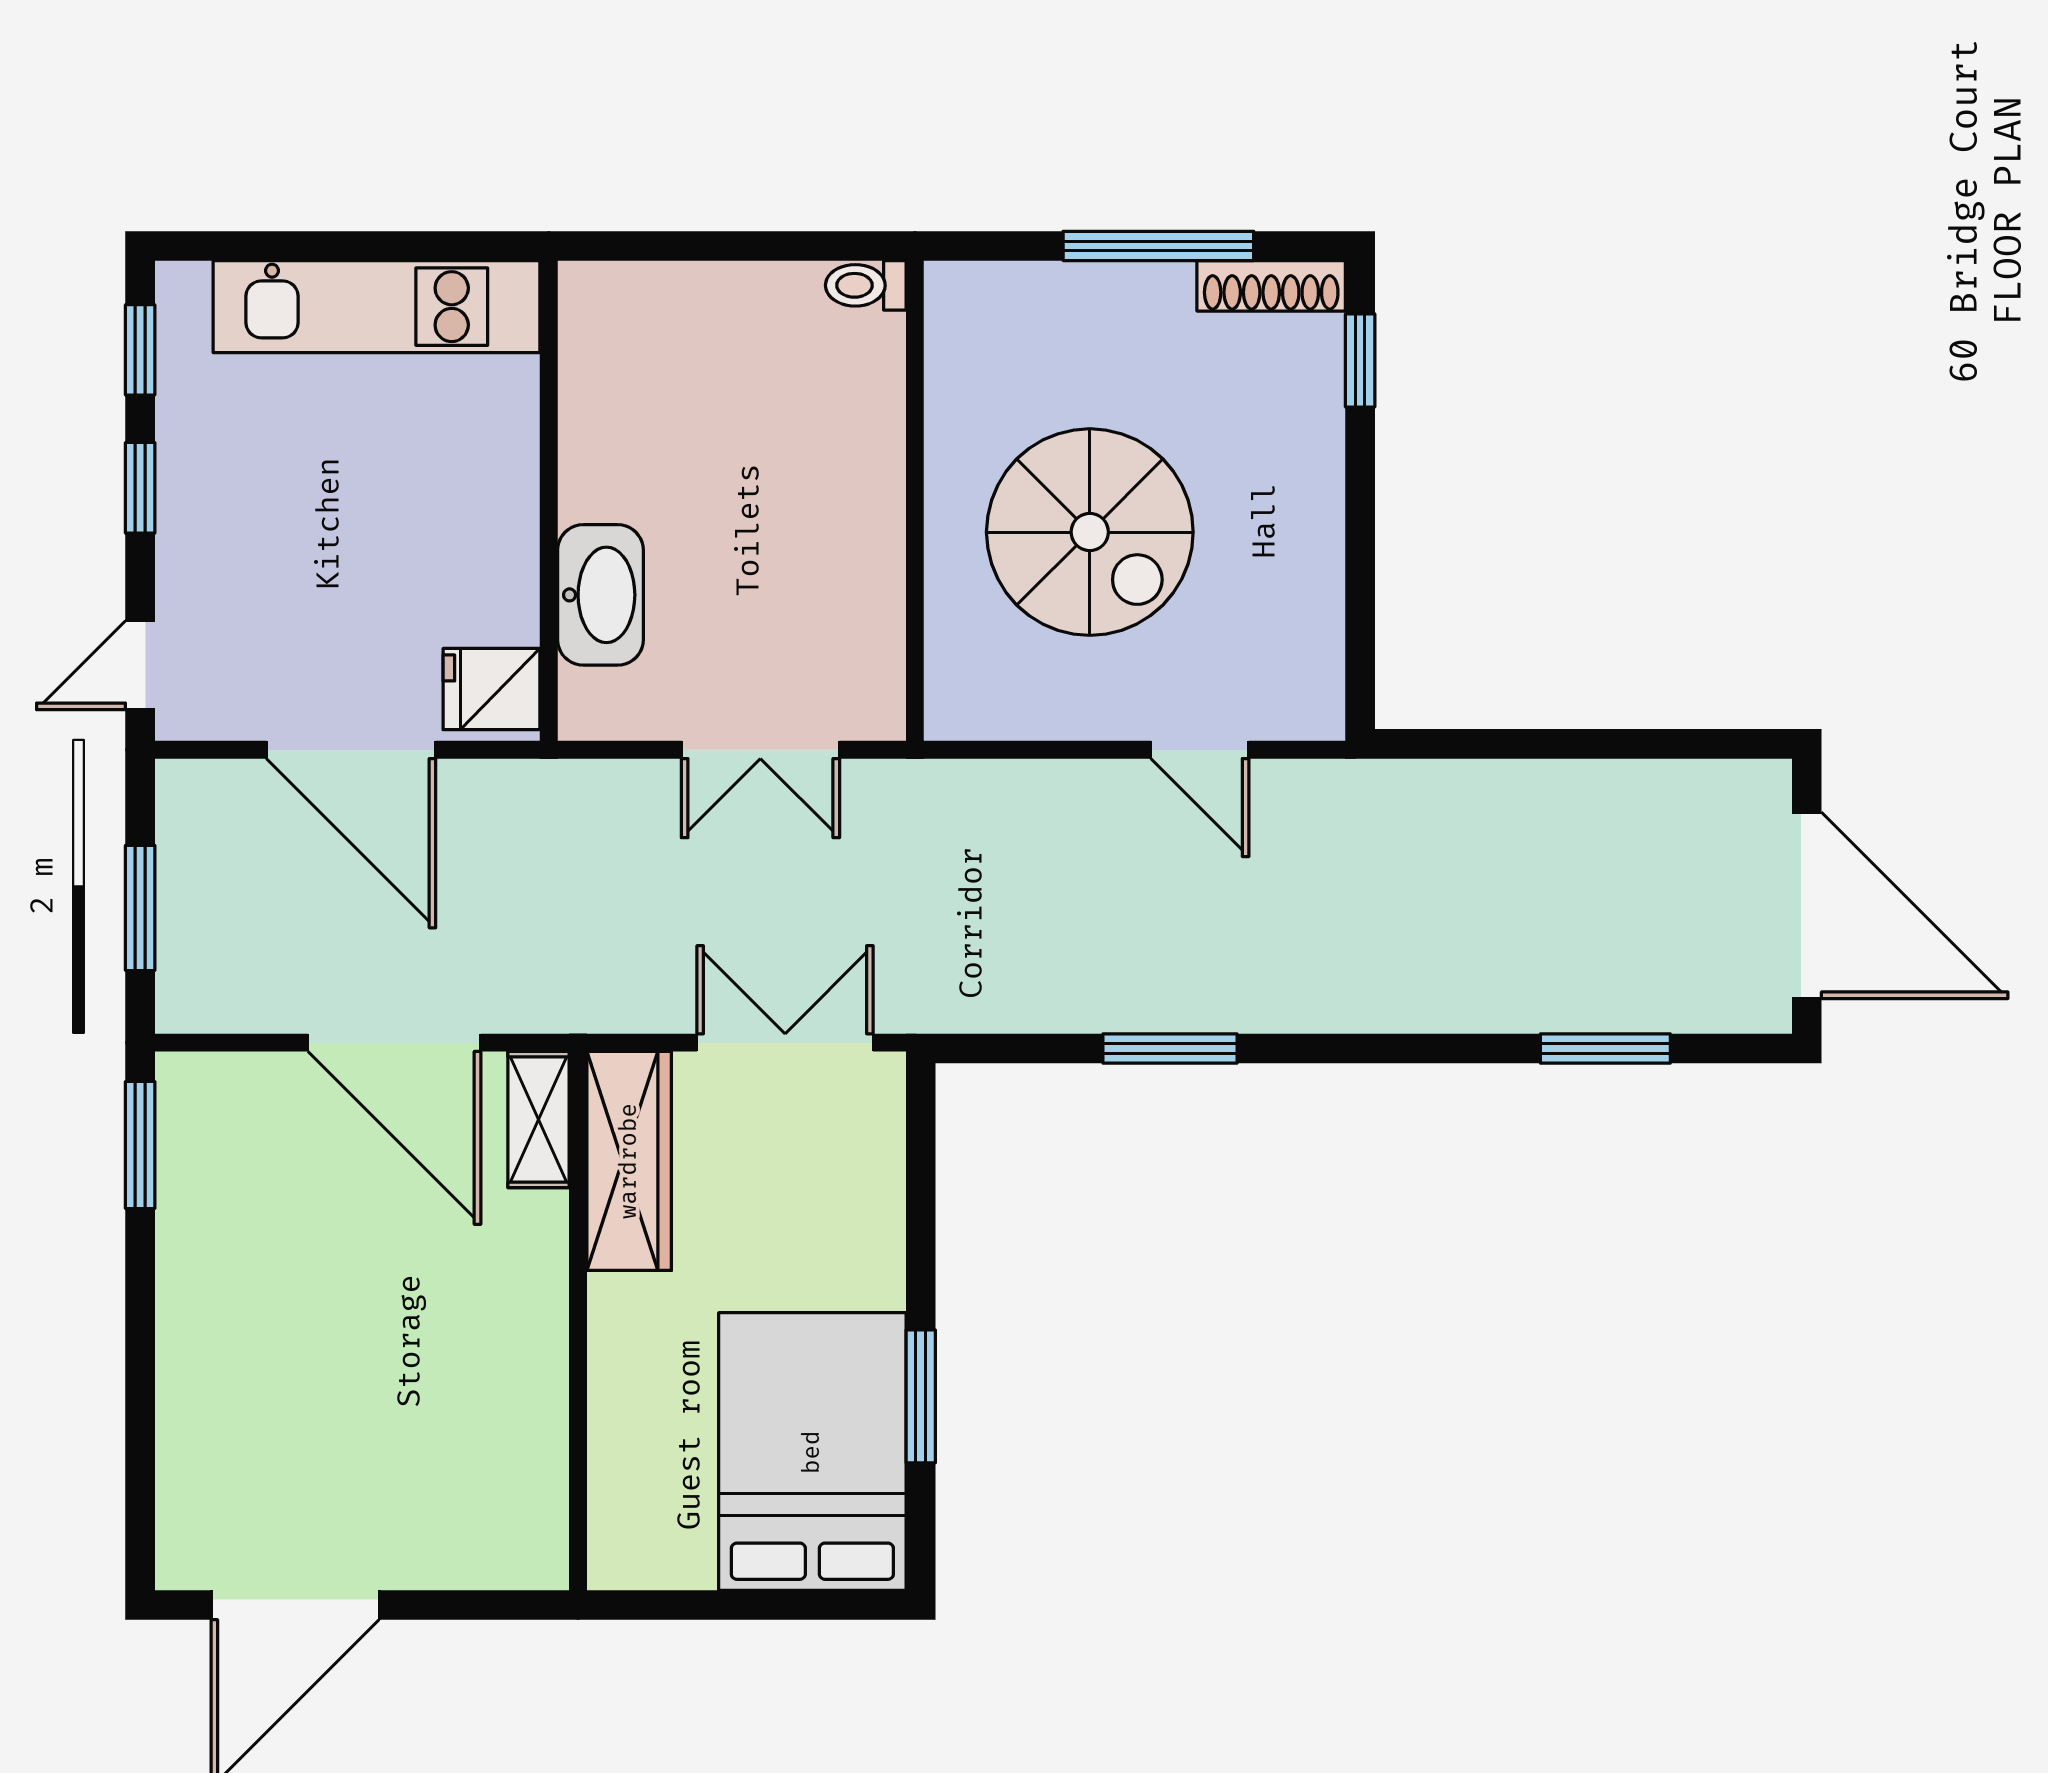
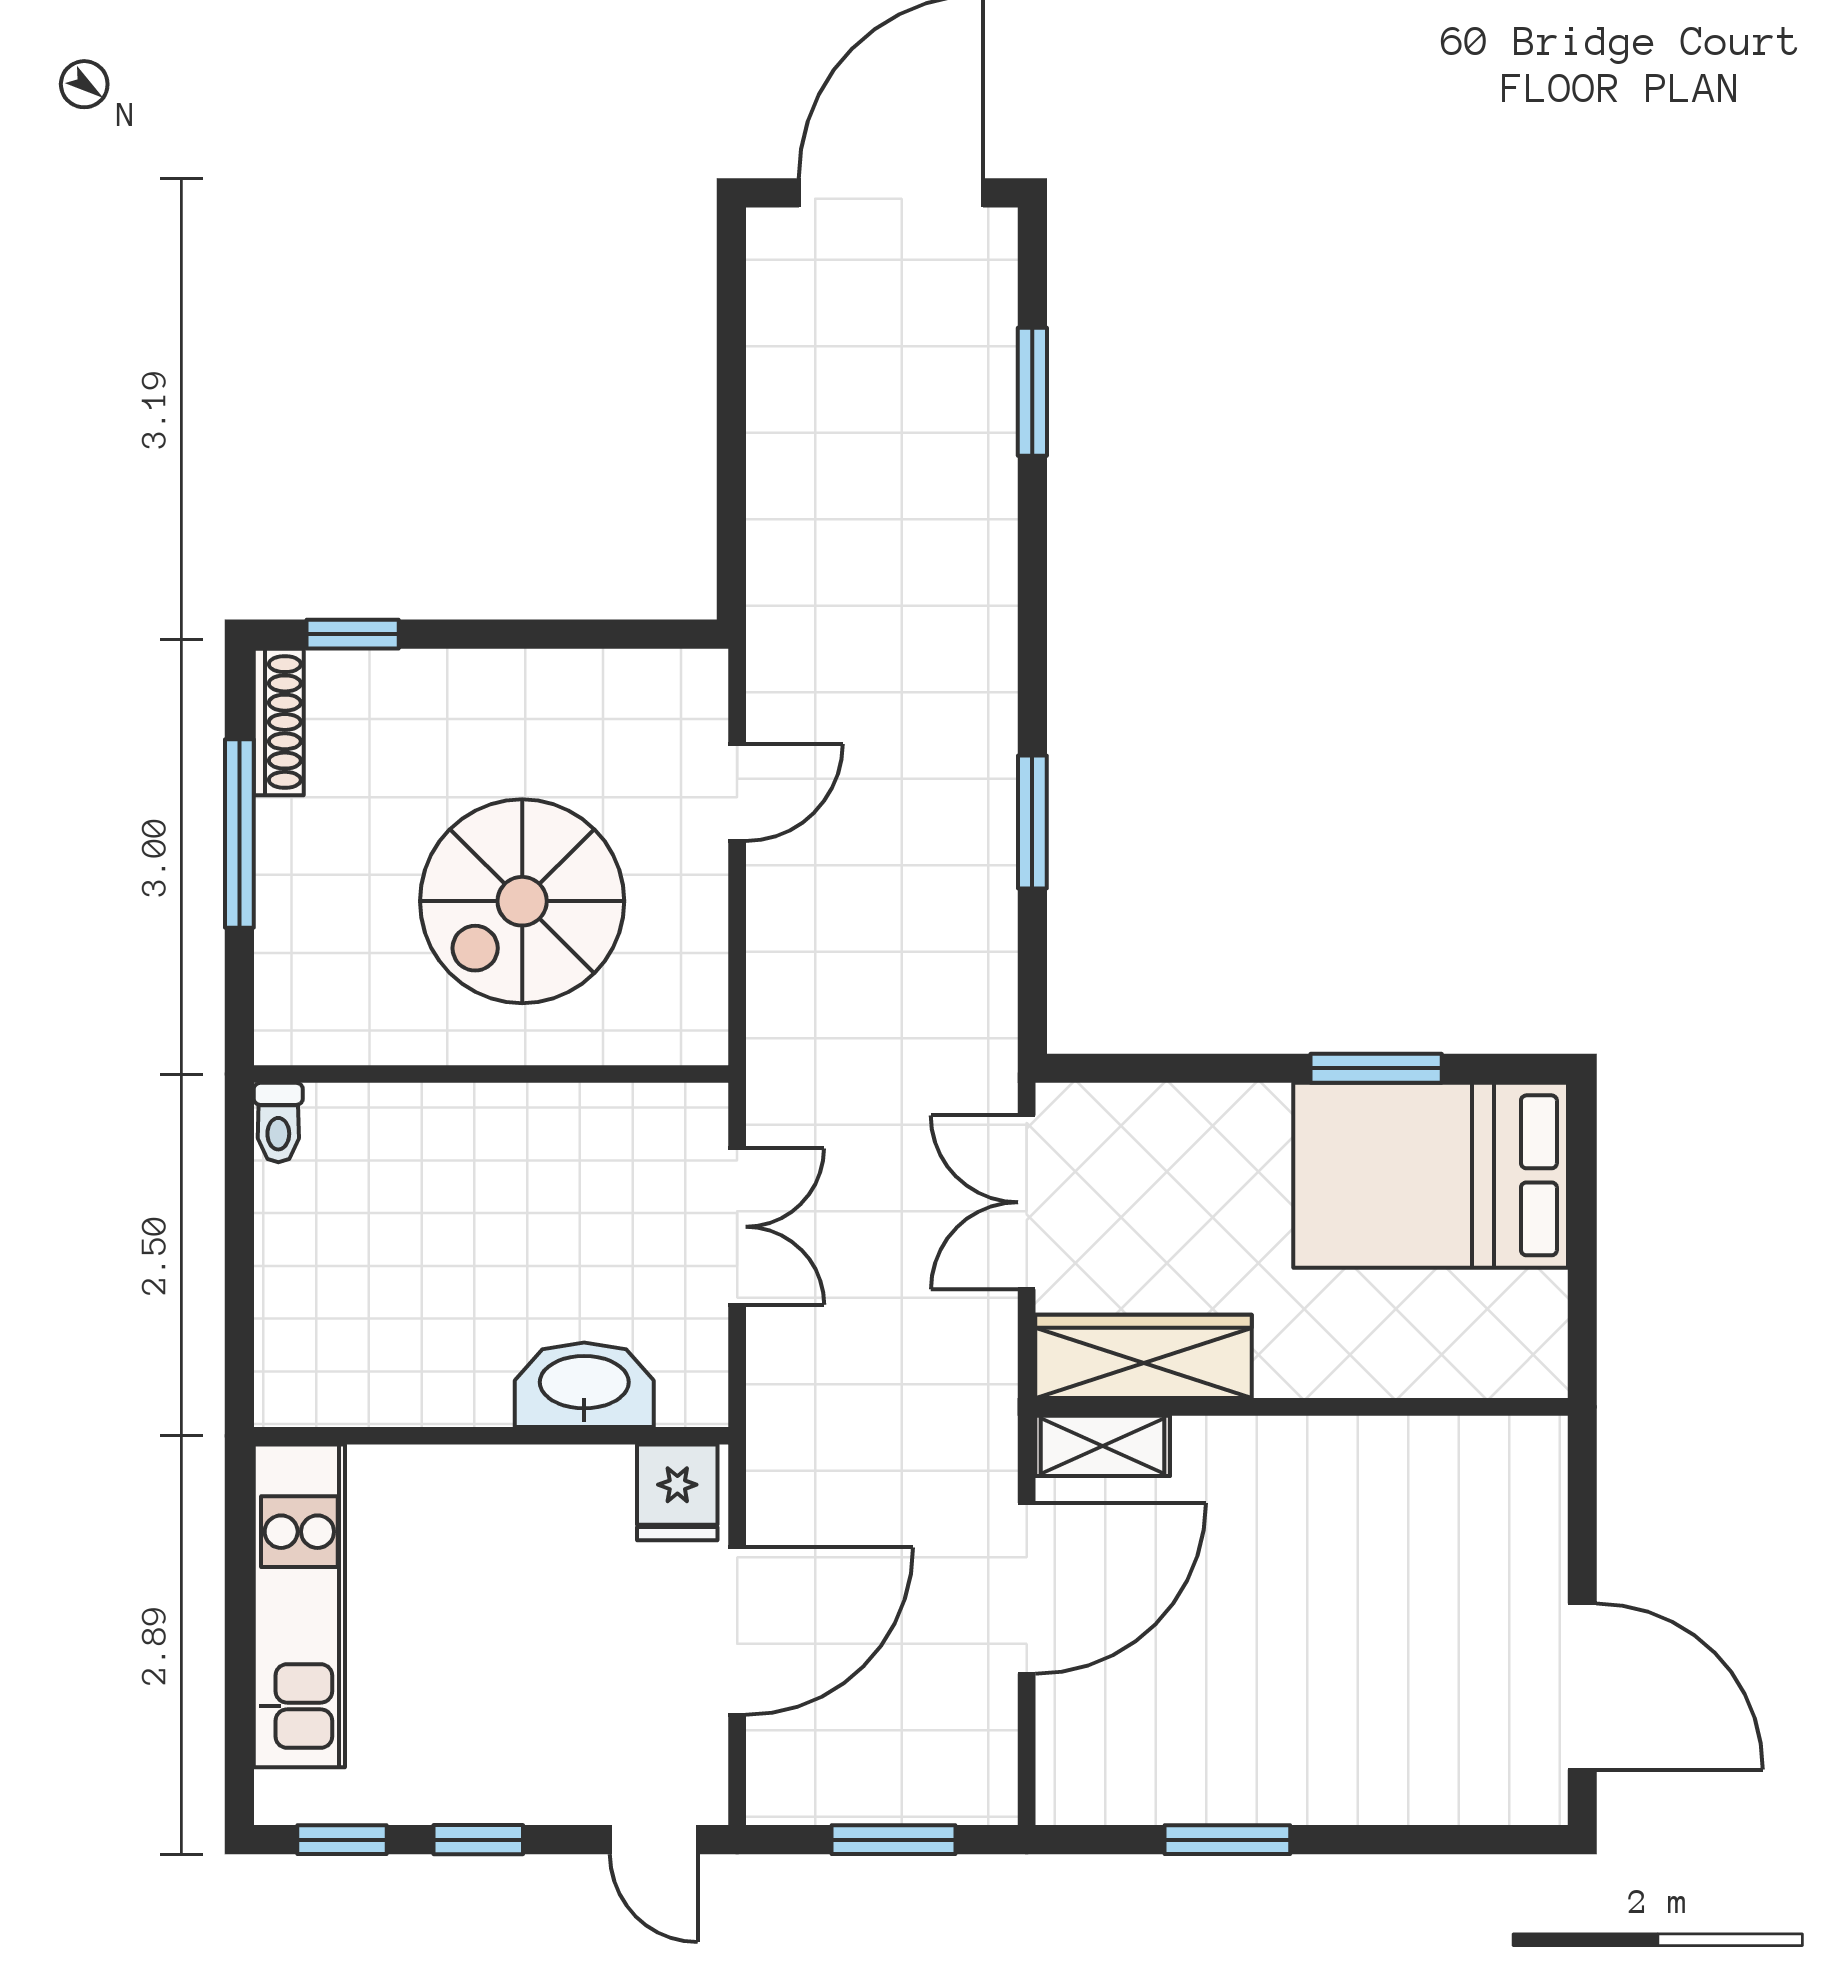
spiral stairs: (1090, 532) -> (522, 901), turned 180
window: (140, 1145) -> (1227, 1840), moved

